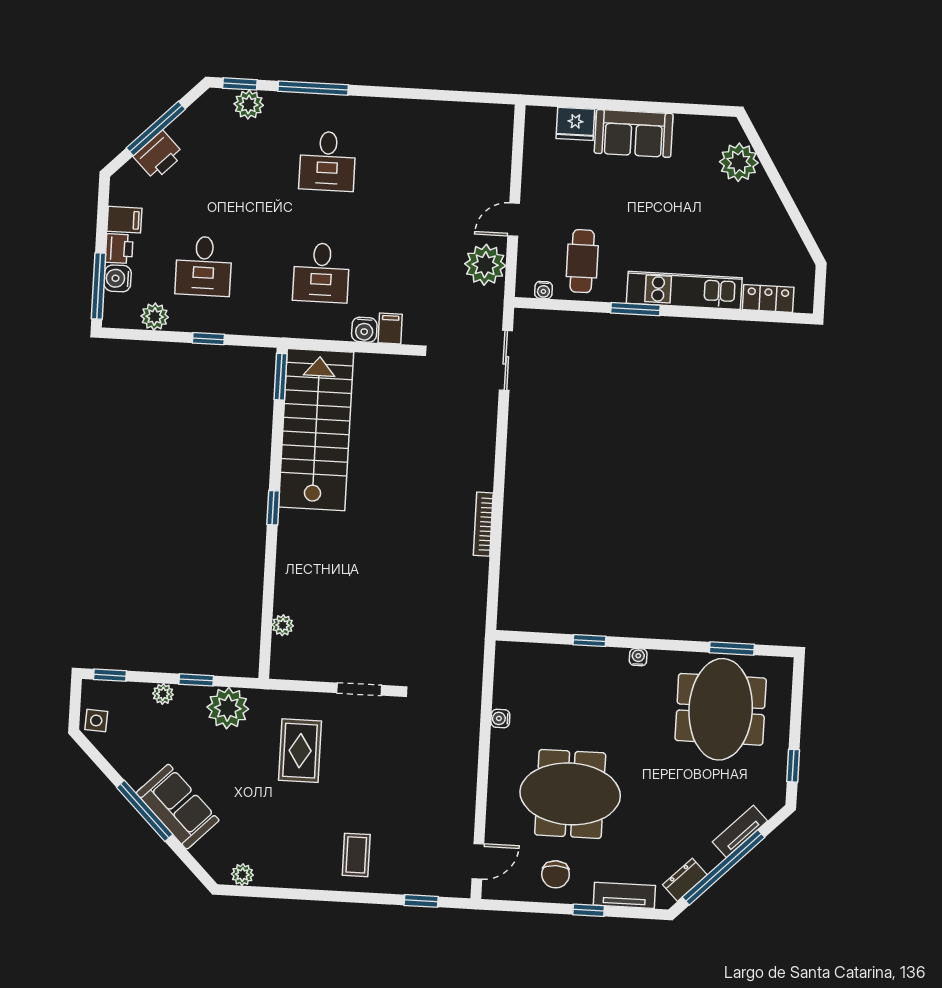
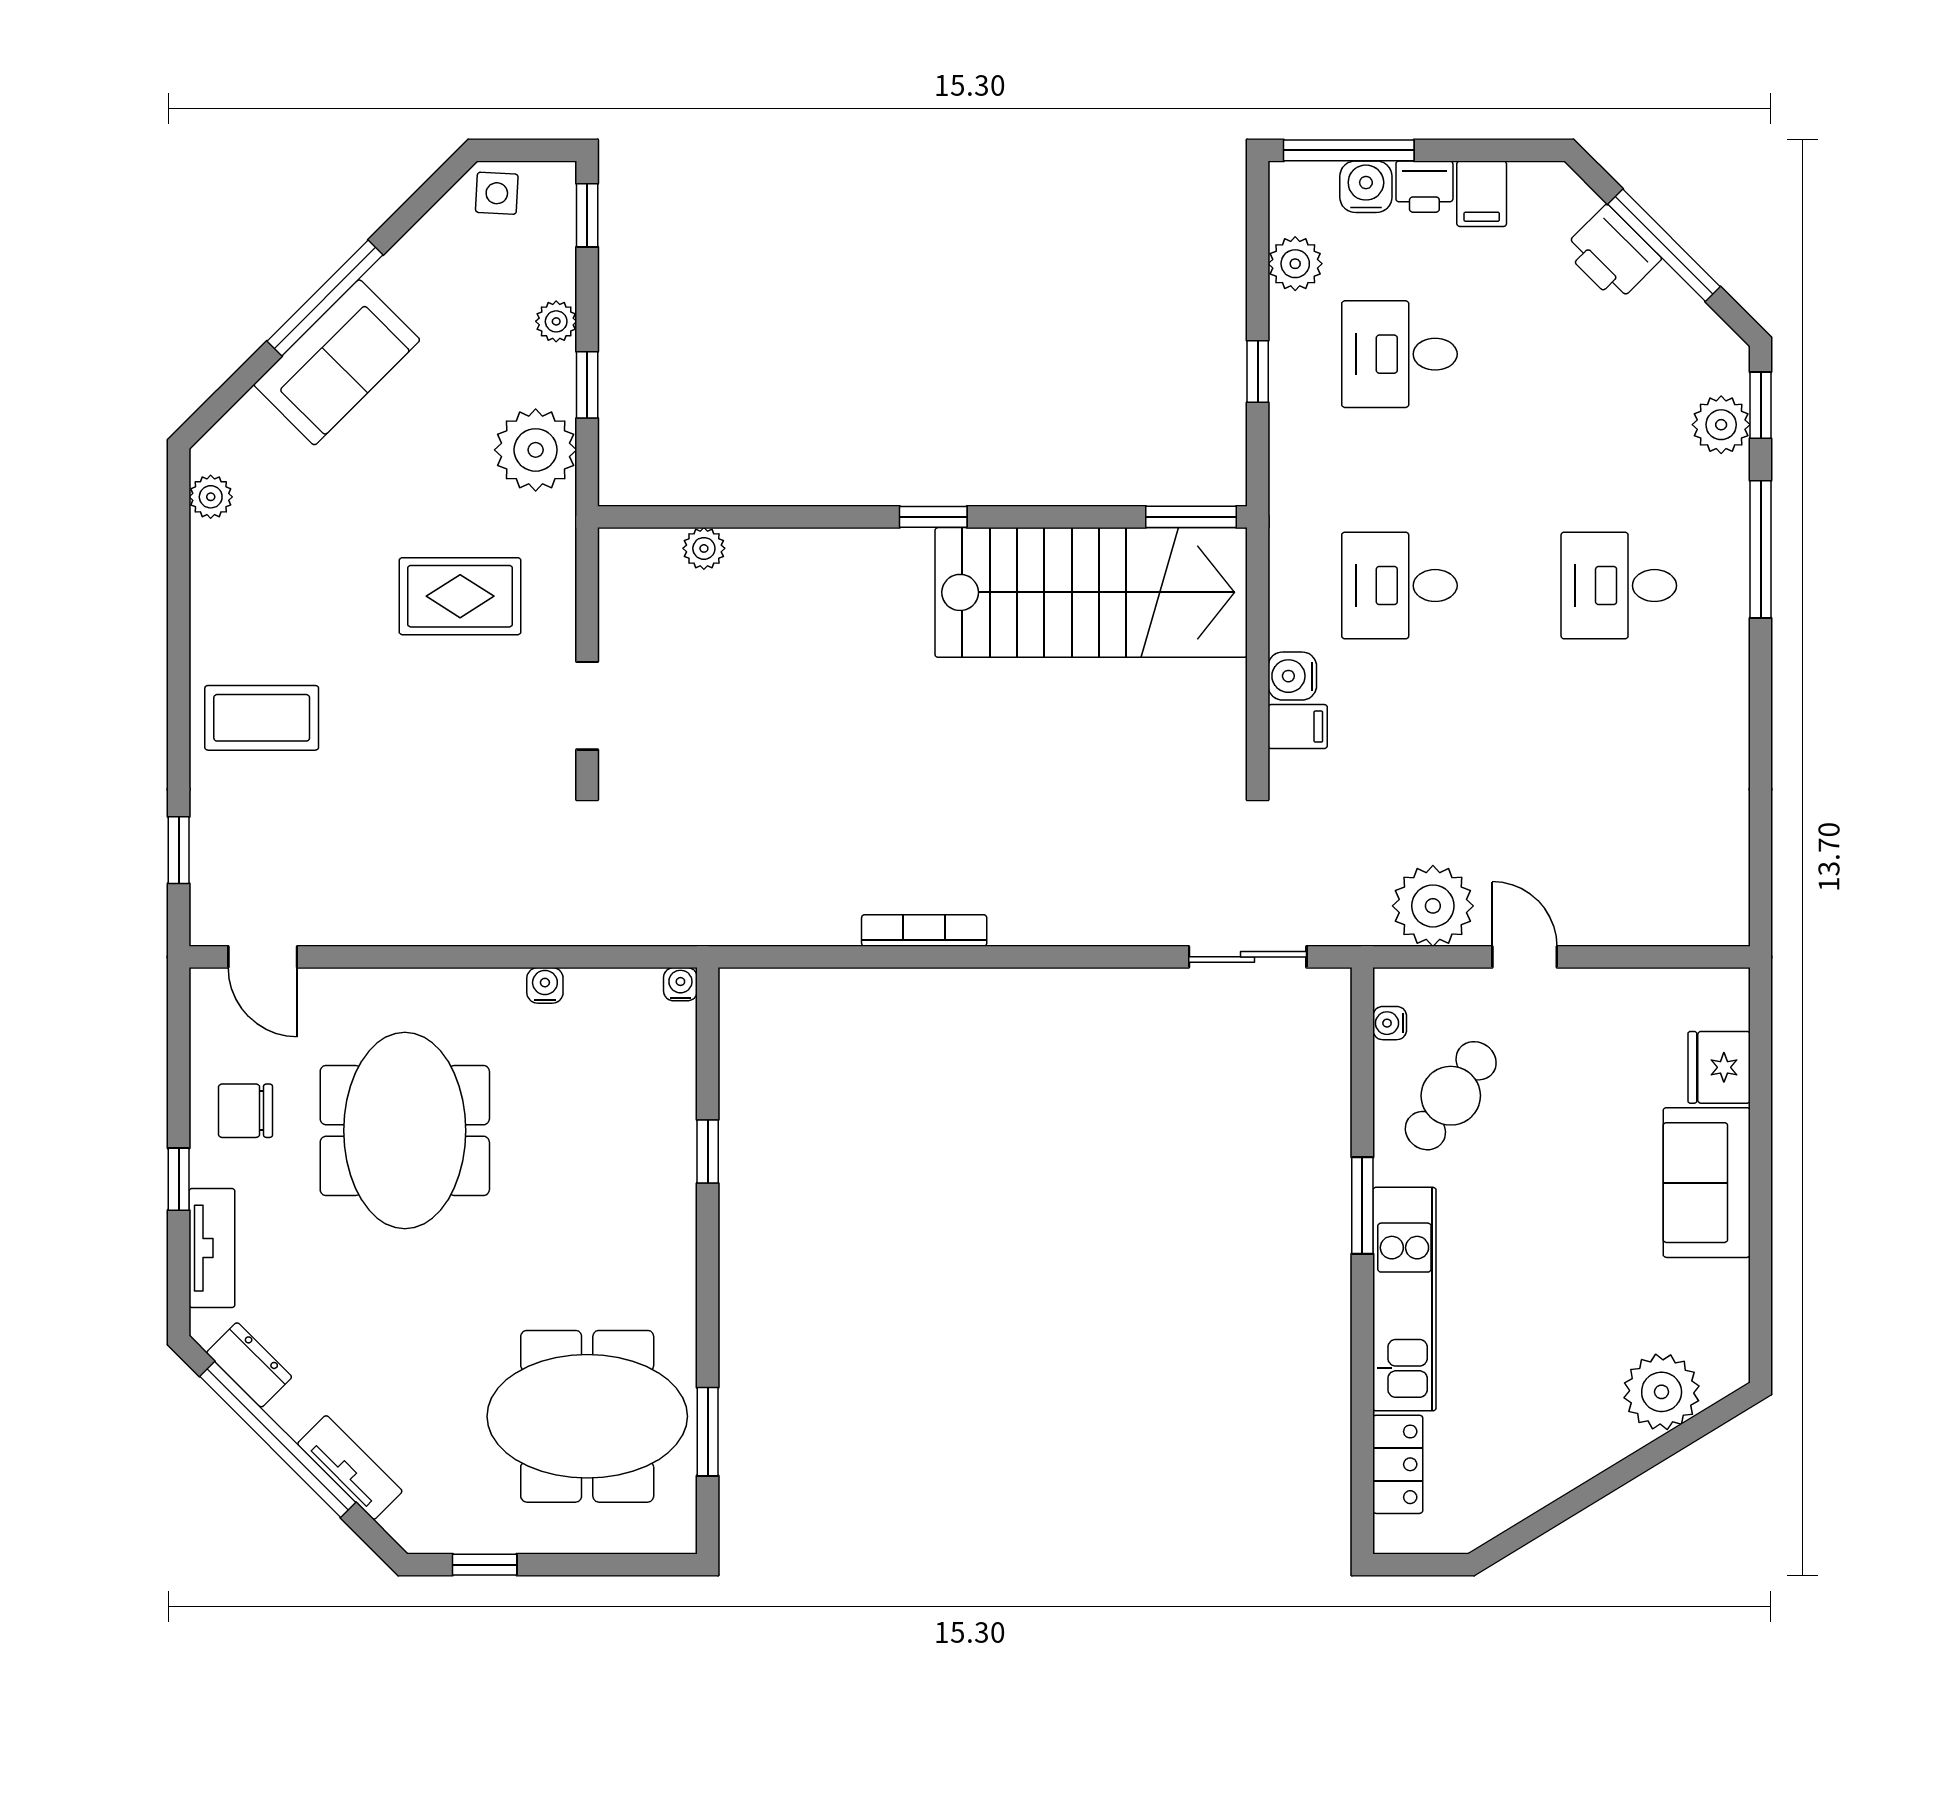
cafe table: (582, 261) -> (1451, 1096), turned -54
water cooler: (638, 657) -> (680, 984), moved, turned -90
coffee table: (356, 855) -> (262, 718), width x1.36, depth x1.30

